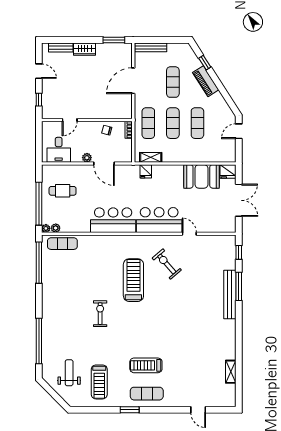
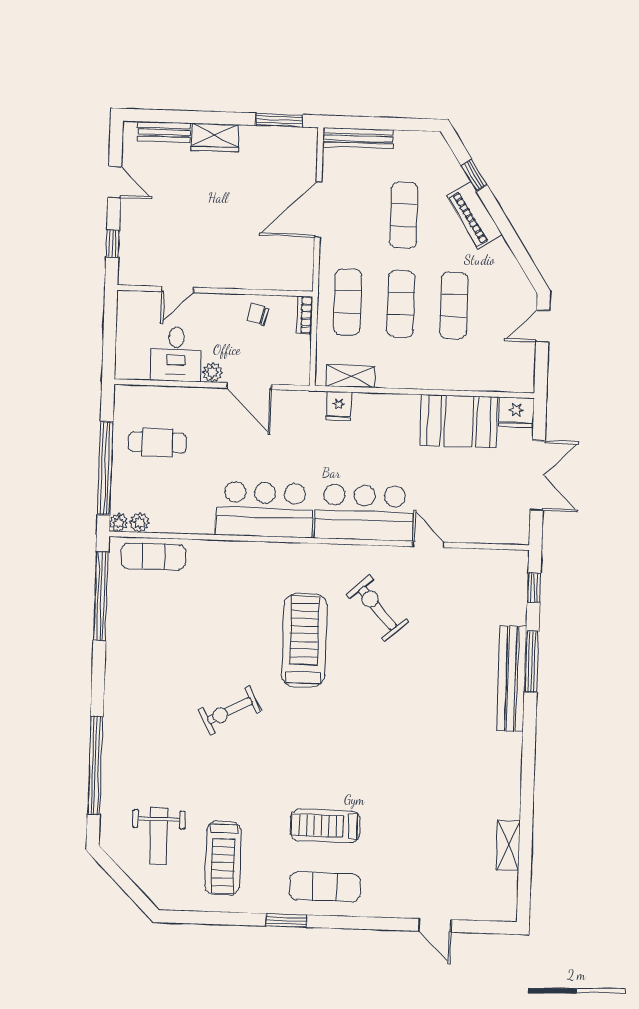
desk: (59, 150) -> (176, 354), moved
exercise bike: (100, 314) -> (230, 711), turned -118
weight bench: (69, 373) -> (158, 836), turned 180

